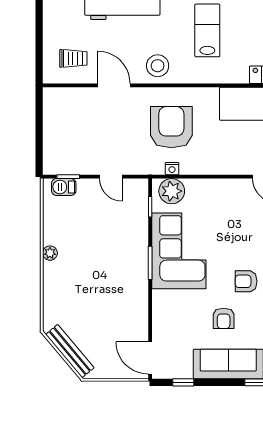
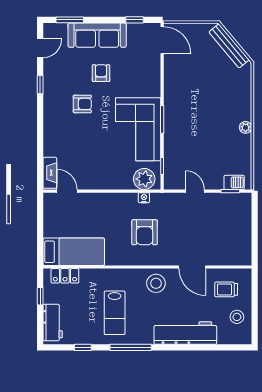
stool: (60, 25) -> (237, 317), added
armchair: (171, 127) -> (145, 232), width x0.73, depth x0.73

